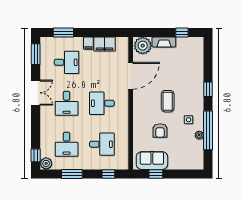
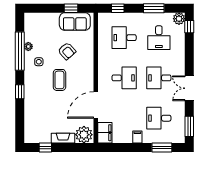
filing cabinet: (105, 44) -> (105, 133), moved, turned 90
desk: (67, 103) -> (159, 78), turned -90
armchair: (160, 131) -> (67, 51), turned 138
desk: (67, 144) -> (159, 38), turned 180

